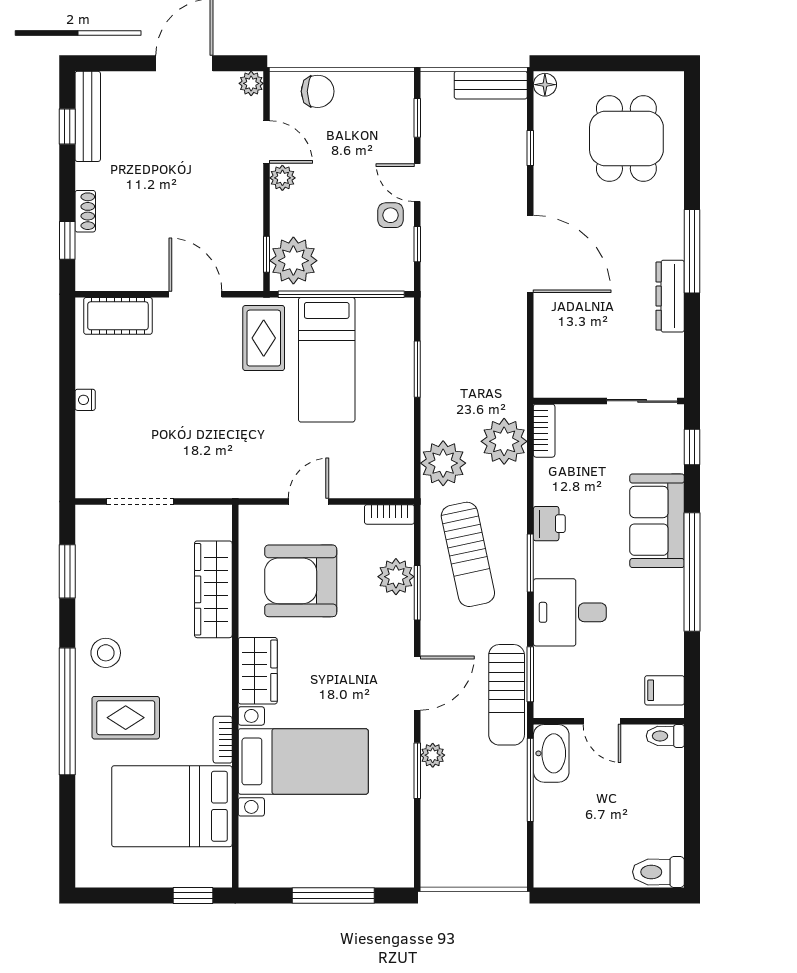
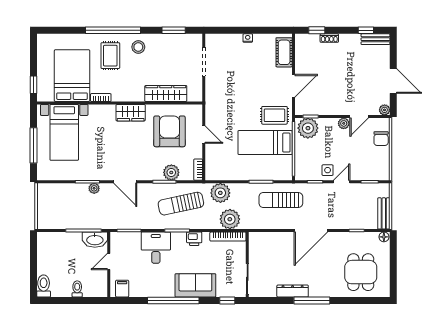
bench: (88, 116) -> (375, 39), width x0.73
dining table: (626, 139) -> (361, 272), turned 90
bookcase: (544, 431) -> (228, 237), width x1.56
sun lounger: (507, 695) -> (281, 200), moved
toilet: (665, 736) -> (77, 289), moved
bed with nightstands: (303, 761) -> (64, 132), moved

